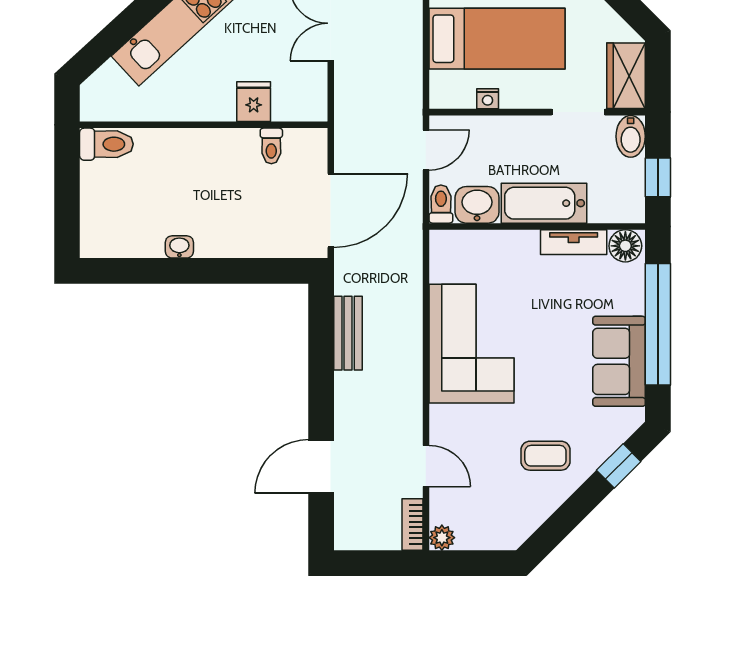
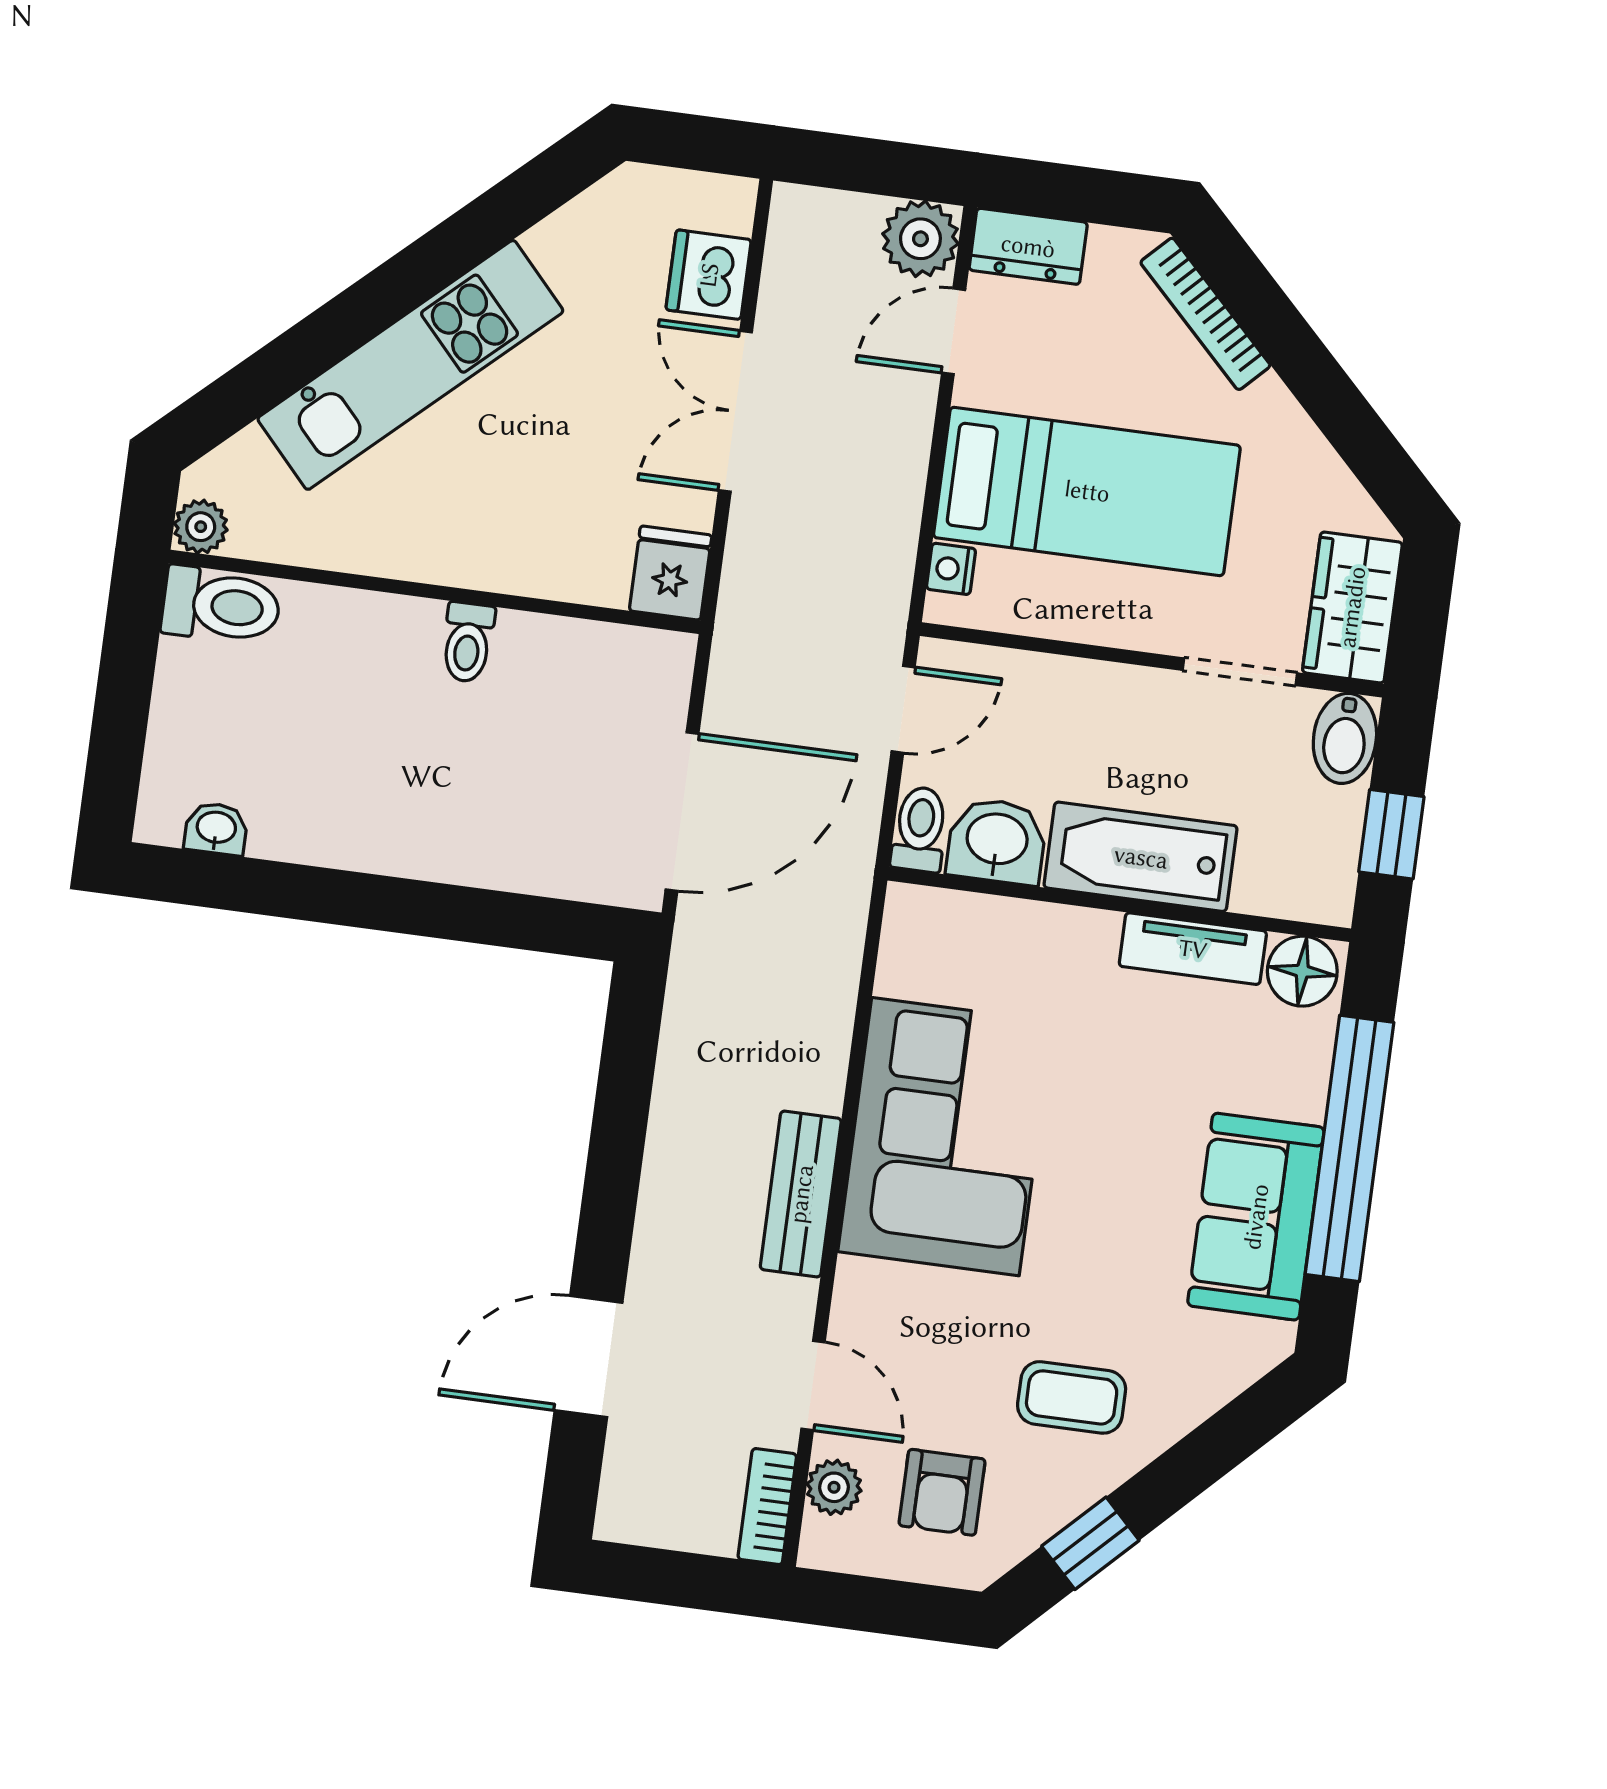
nightstand: (488, 99) -> (951, 569), moved, turned 90
fridge: (254, 102) -> (671, 573), moved
plant: (92, 109) -> (201, 527), added
toilet: (271, 146) -> (468, 642), moved
washbasin: (179, 247) -> (216, 829), moved
bench: (348, 333) -> (801, 1194), moved
window: (619, 466) -> (1090, 1543), moved
armchair: (492, 507) -> (942, 1492), added
plant: (442, 538) -> (834, 1487), moved

